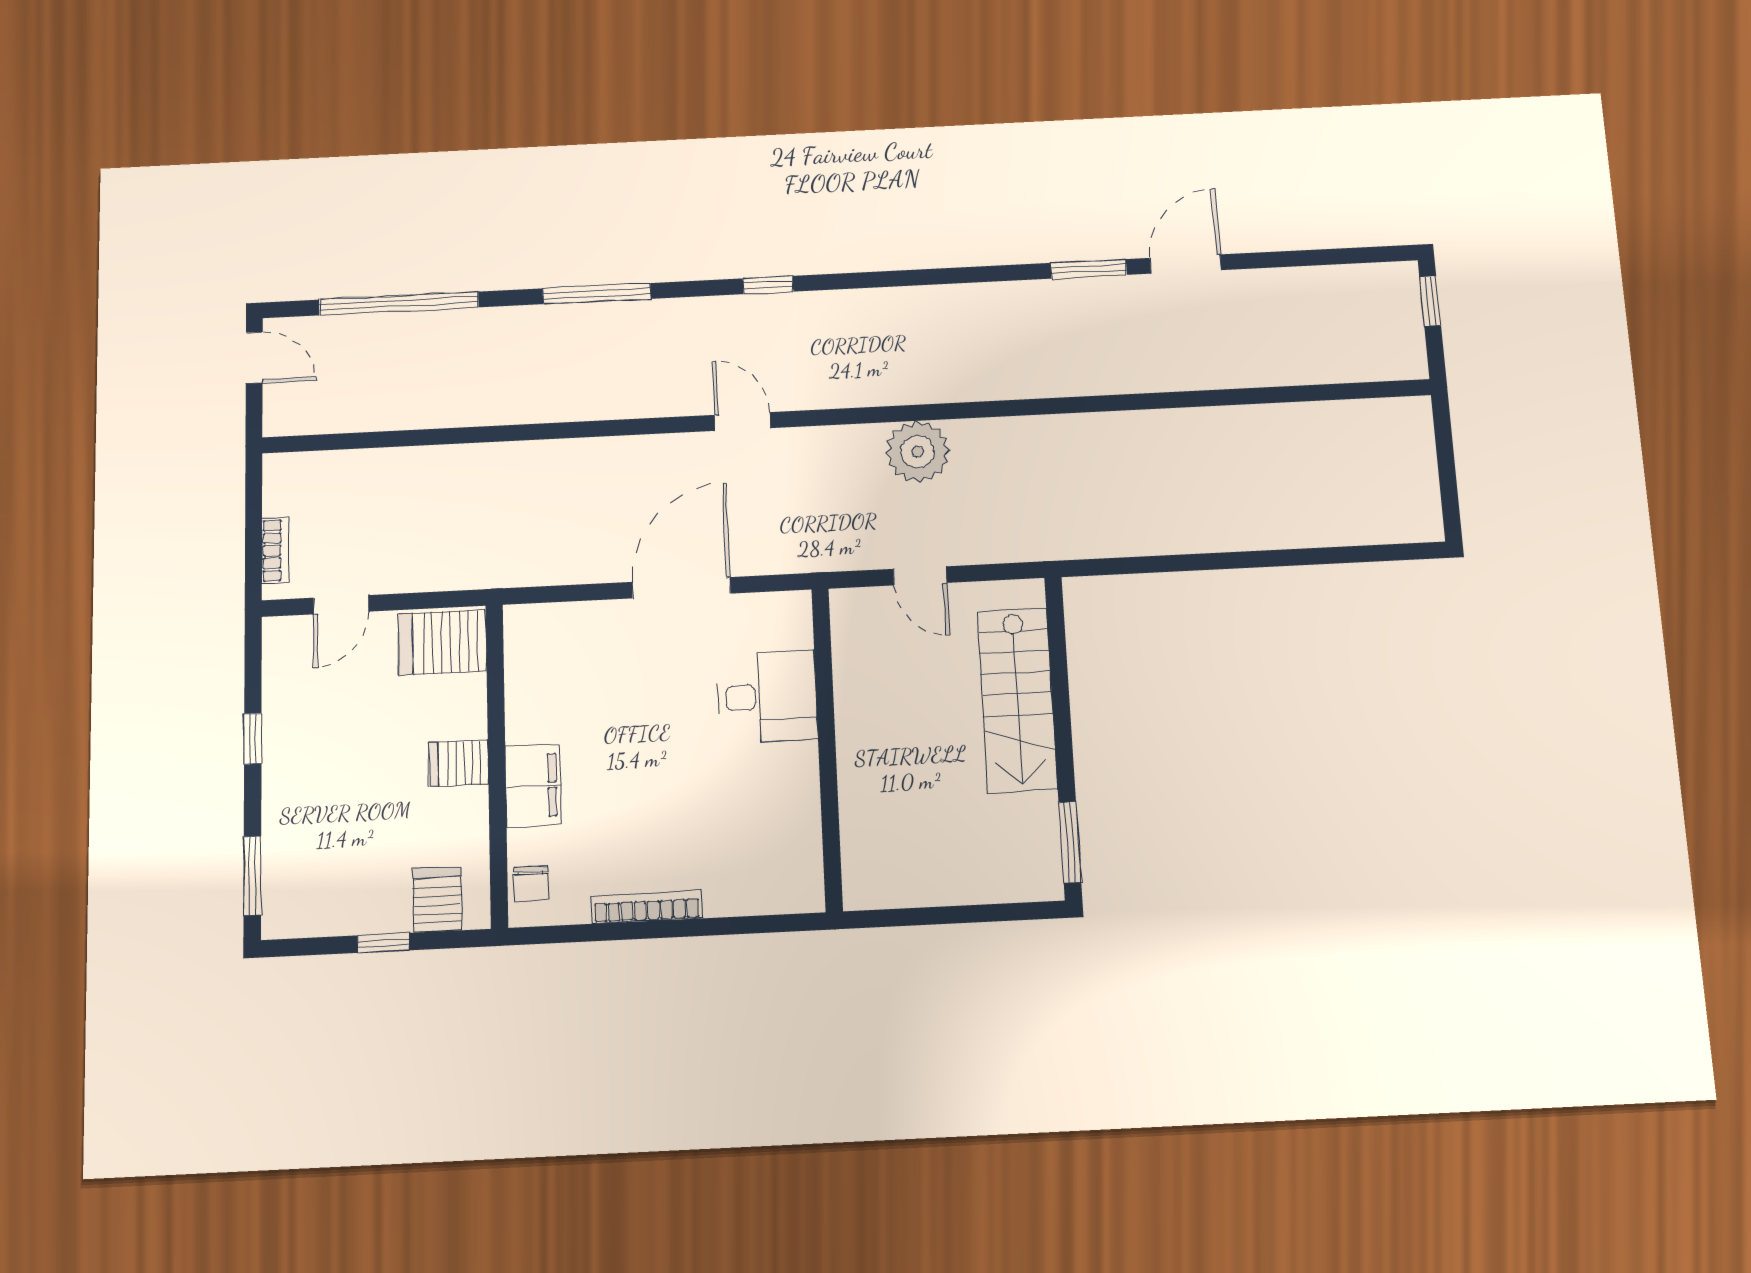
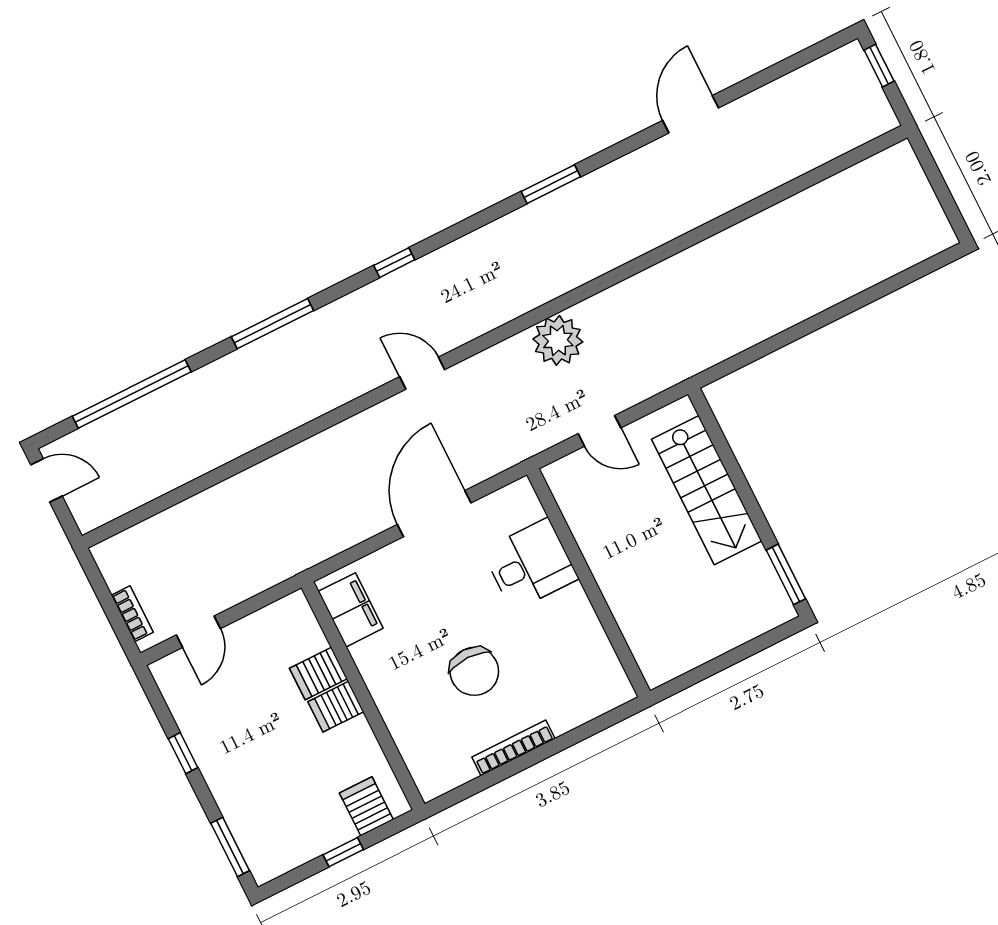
window: (1089, 269) -> (551, 184), moved
server rack: (442, 642) -> (318, 674), moved, width x0.73, depth x0.70
filing cabinet: (533, 786) -> (351, 610), moved
chair: (531, 883) -> (474, 671), moved, width x1.87, depth x1.87

